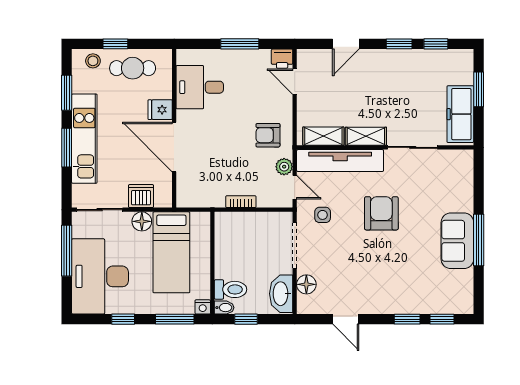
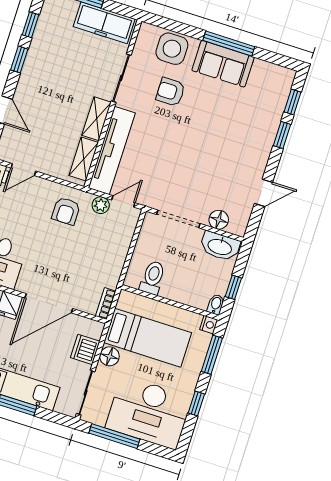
bookcase: (241, 202) -> (106, 304), moved
armchair: (381, 213) -> (171, 92), moved, width x0.72, depth x0.72
side table: (323, 215) -> (172, 49), moved, width x1.87, depth x1.87
toilet: (231, 289) -> (153, 278), moved

